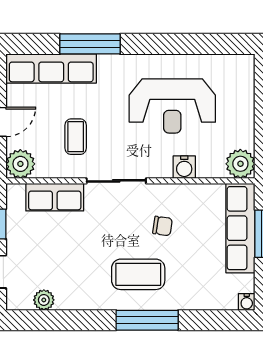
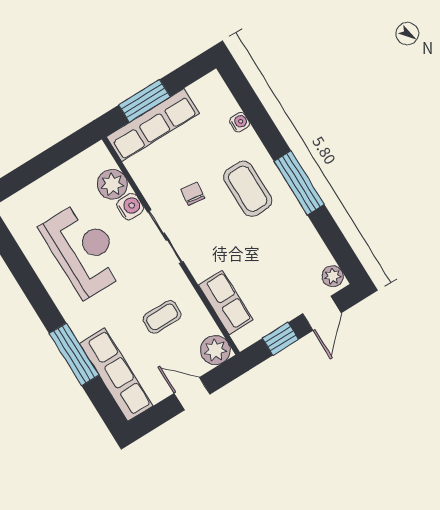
plant: (240, 164) -> (112, 184), moved
sliding door: (116, 181) -> (165, 237), moved
plant: (44, 300) -> (333, 276), moved
water cooler: (247, 302) -> (240, 122), moved
window: (147, 320) -> (299, 183), moved

